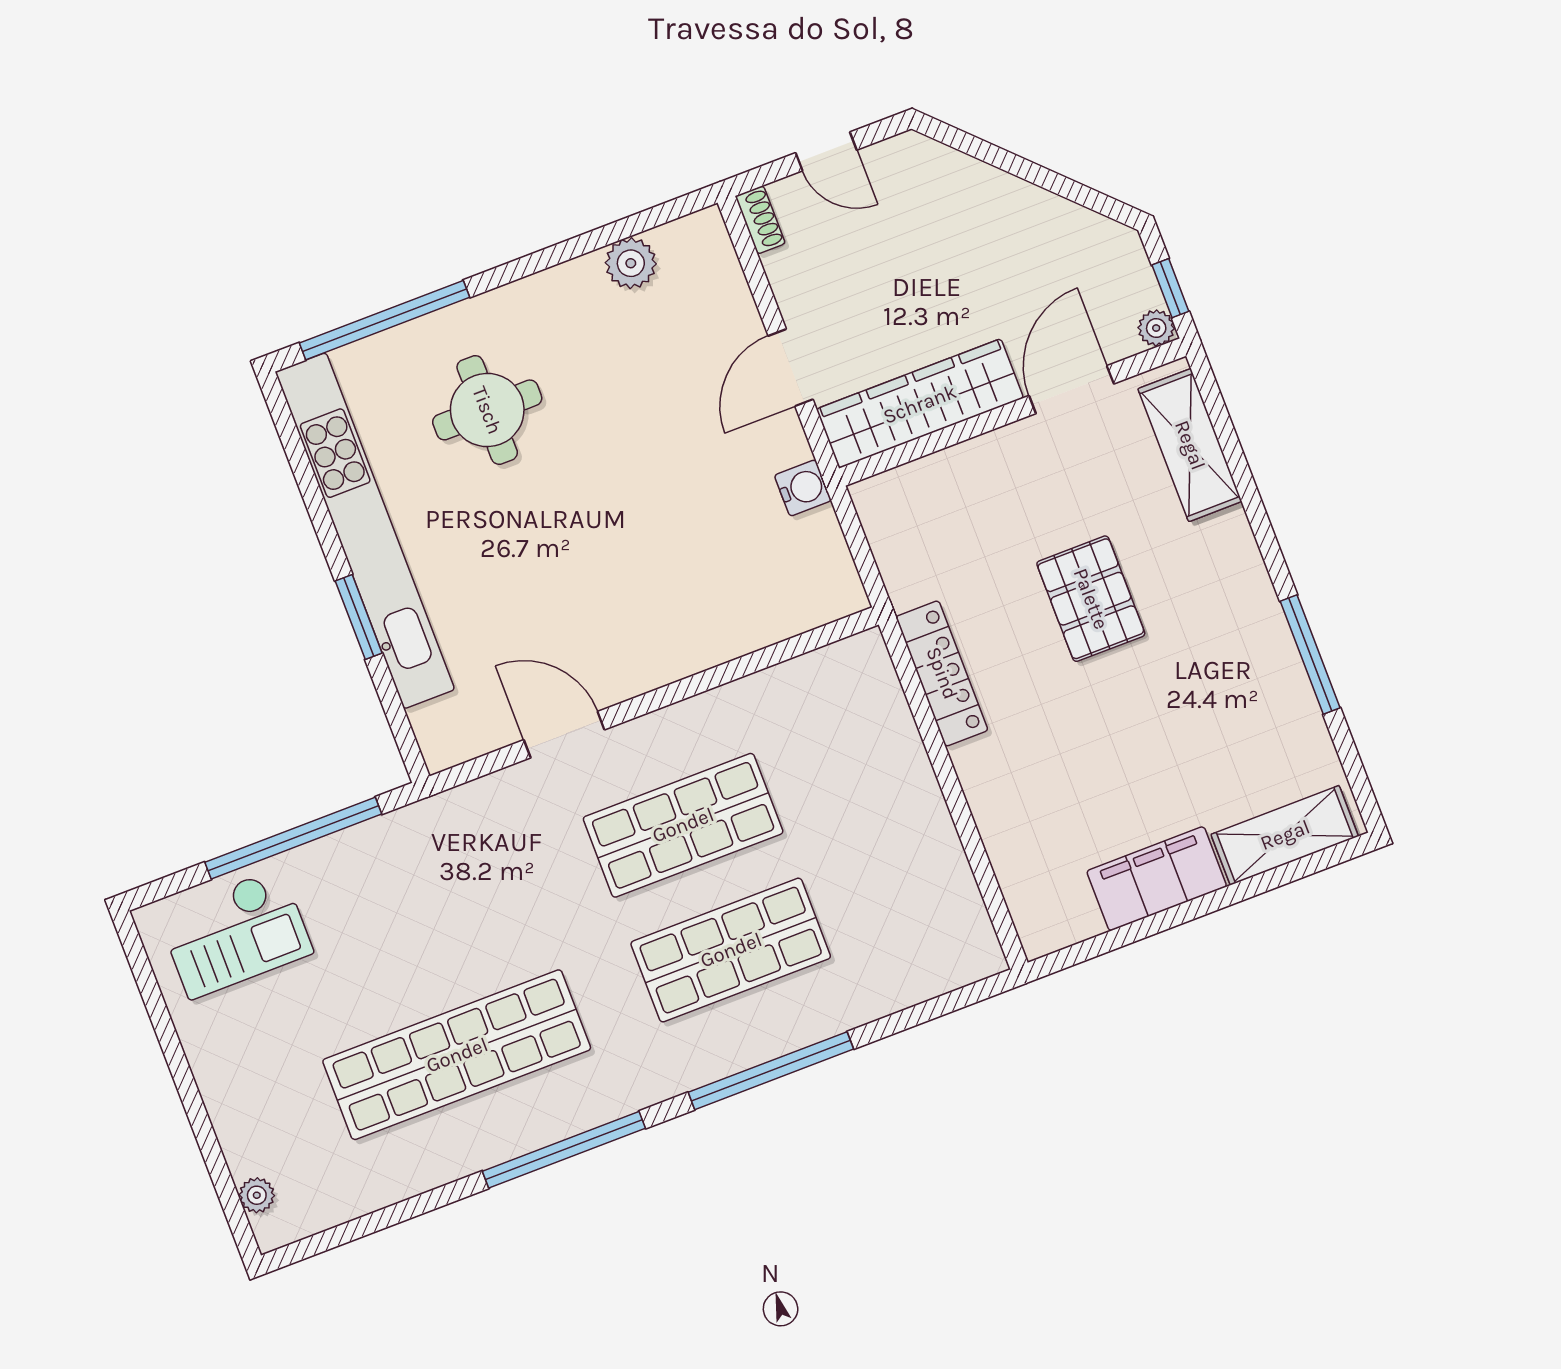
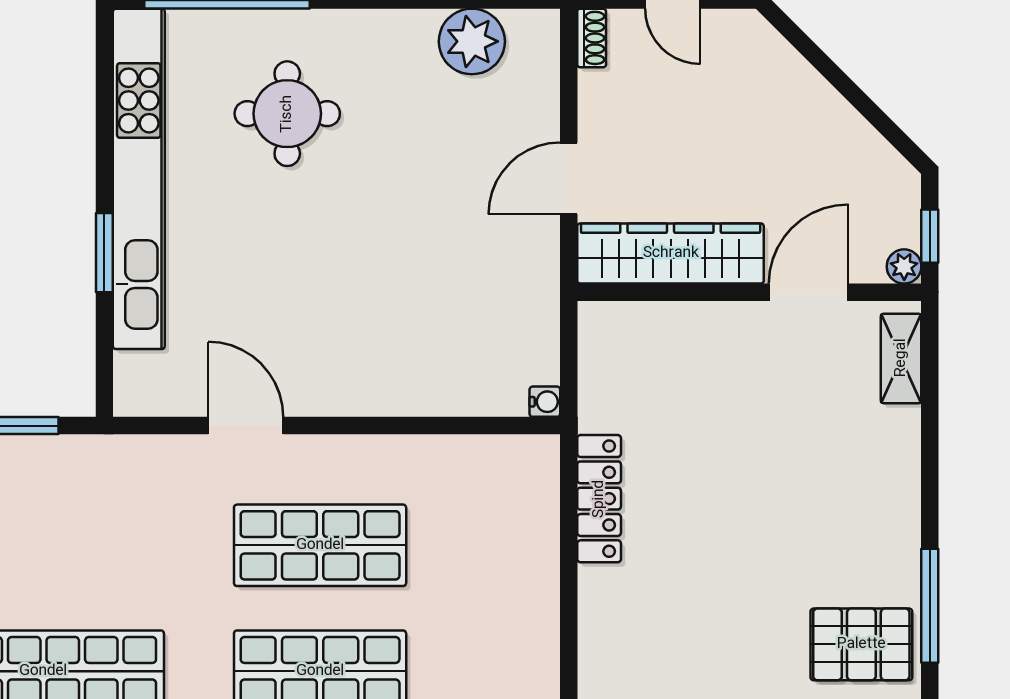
plant: (631, 263) -> (472, 41), width x1.36, depth x1.36
shelving: (1190, 445) -> (901, 358), width x0.67, depth x0.75
water cooler: (803, 488) -> (545, 402), moved, width x0.72, depth x0.72
pallet: (1091, 599) -> (861, 644), moved, turned 90

